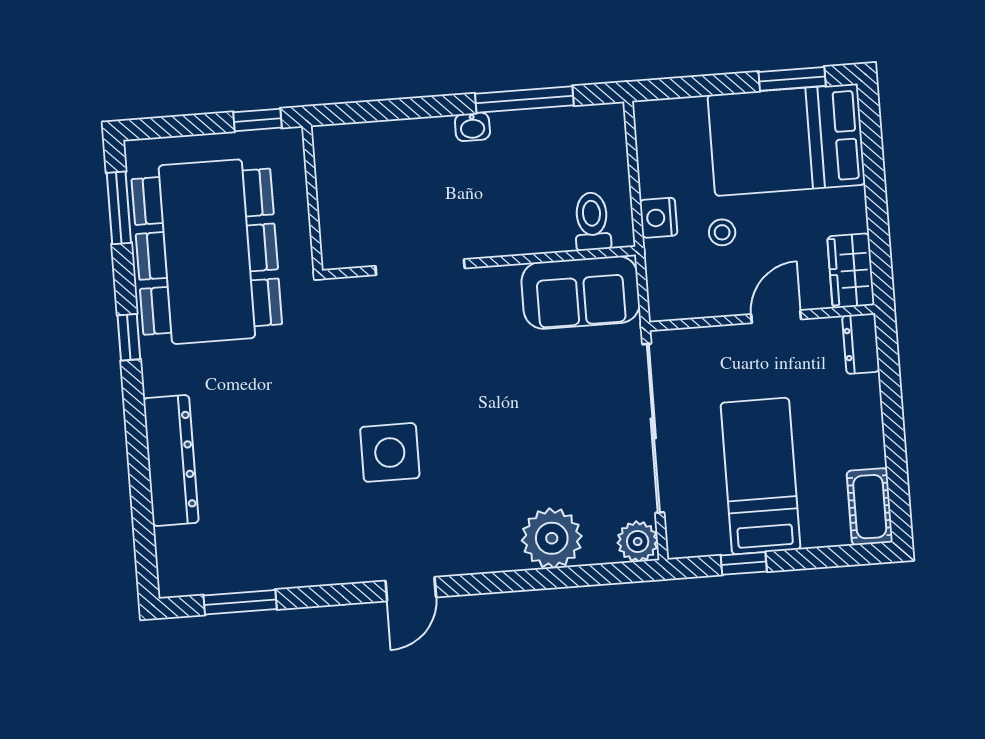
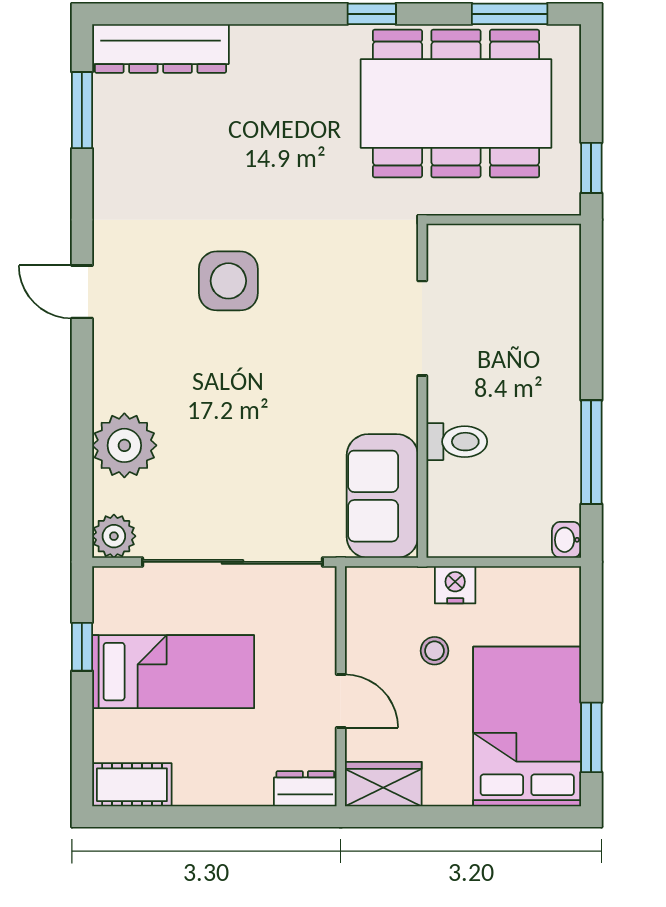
washbasin: (472, 127) -> (567, 540), moved
toilet: (592, 221) -> (457, 442), moved
dresser: (171, 460) -> (160, 48), moved

